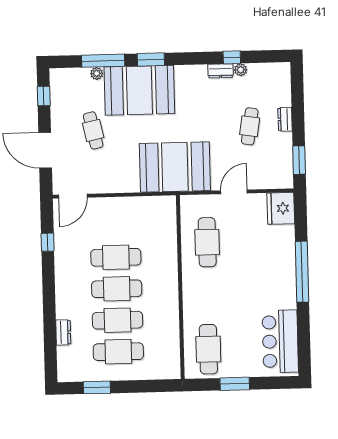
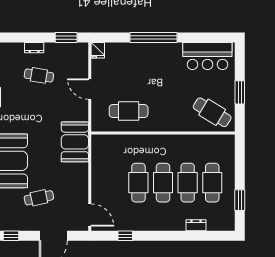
booth: (175, 167) -> (75, 142), width x0.73, depth x0.70
fridge: (281, 208) -> (98, 50), width x0.53, depth x0.75
cafe table: (208, 349) -> (212, 112), turned 31

